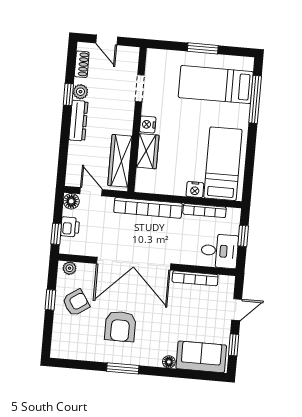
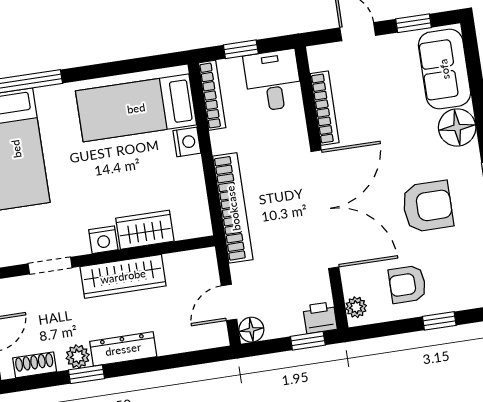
wardrobe: (120, 161) -> (123, 276), moved
bookcase: (205, 211) -> (212, 95), moved
printer: (70, 227) -> (320, 318), moved
window: (50, 300) -> (439, 321), moved
armchair: (76, 303) -> (407, 284), turned -56
floor lamp: (169, 362) -> (457, 127), width x1.89, depth x1.89

